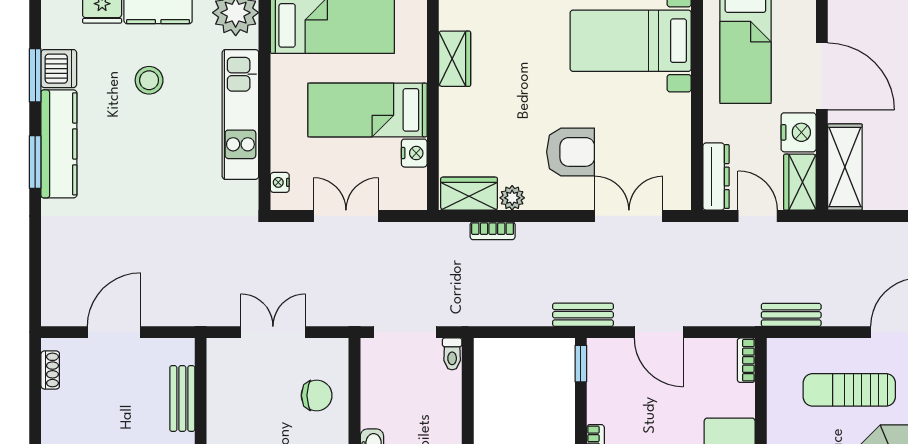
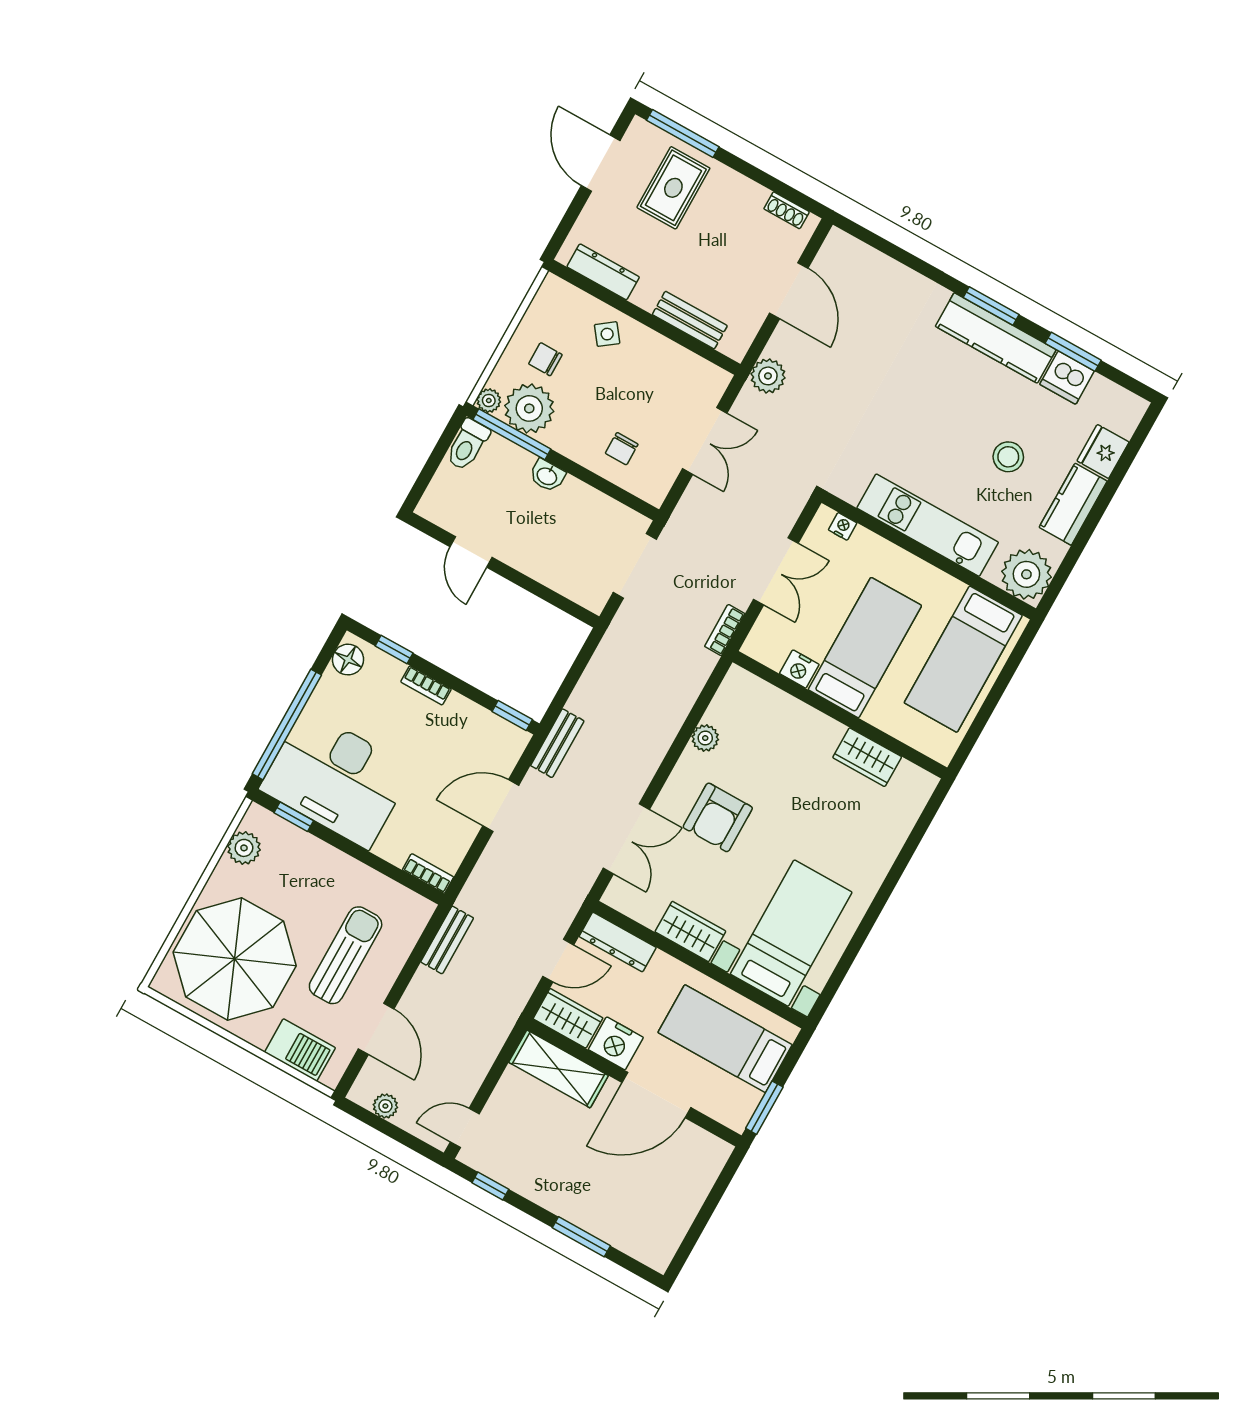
wardrobe: (469, 194) -> (690, 931), moved, turned -90
bookcase: (493, 231) -> (725, 630), moved
plant: (192, 310) -> (768, 376), added
toilet: (452, 354) -> (589, 599), removed
chair: (317, 395) -> (622, 449), width x0.73, depth x0.73

